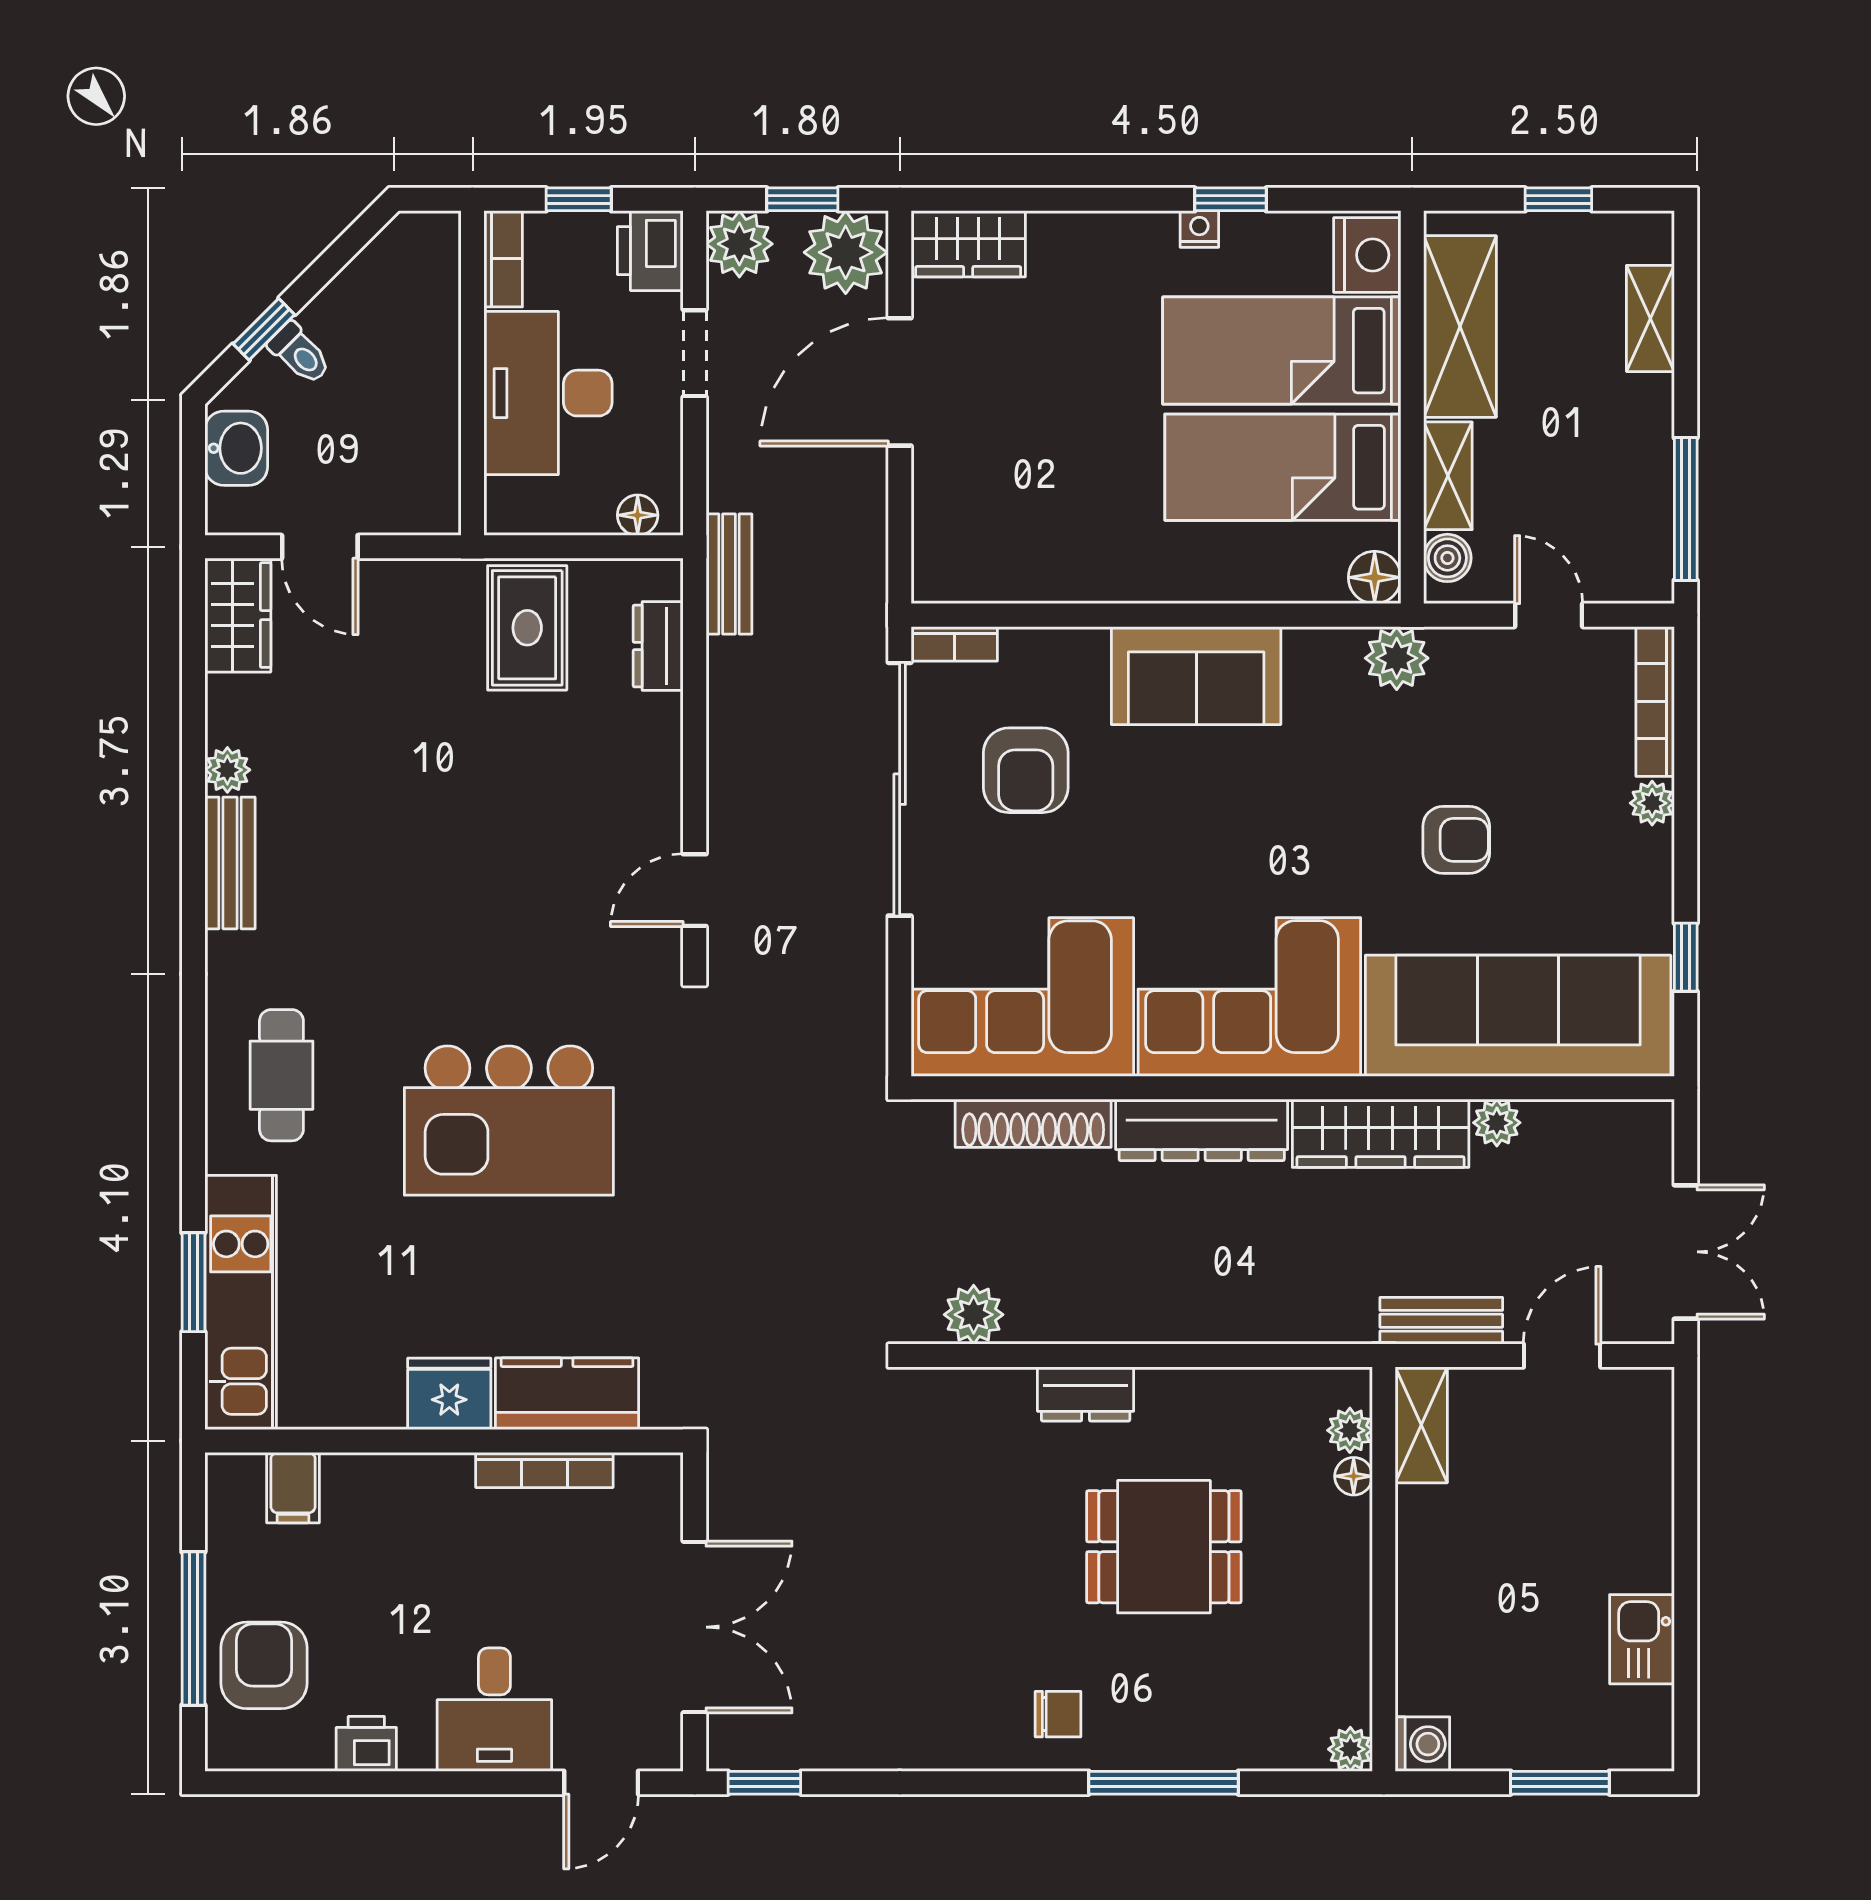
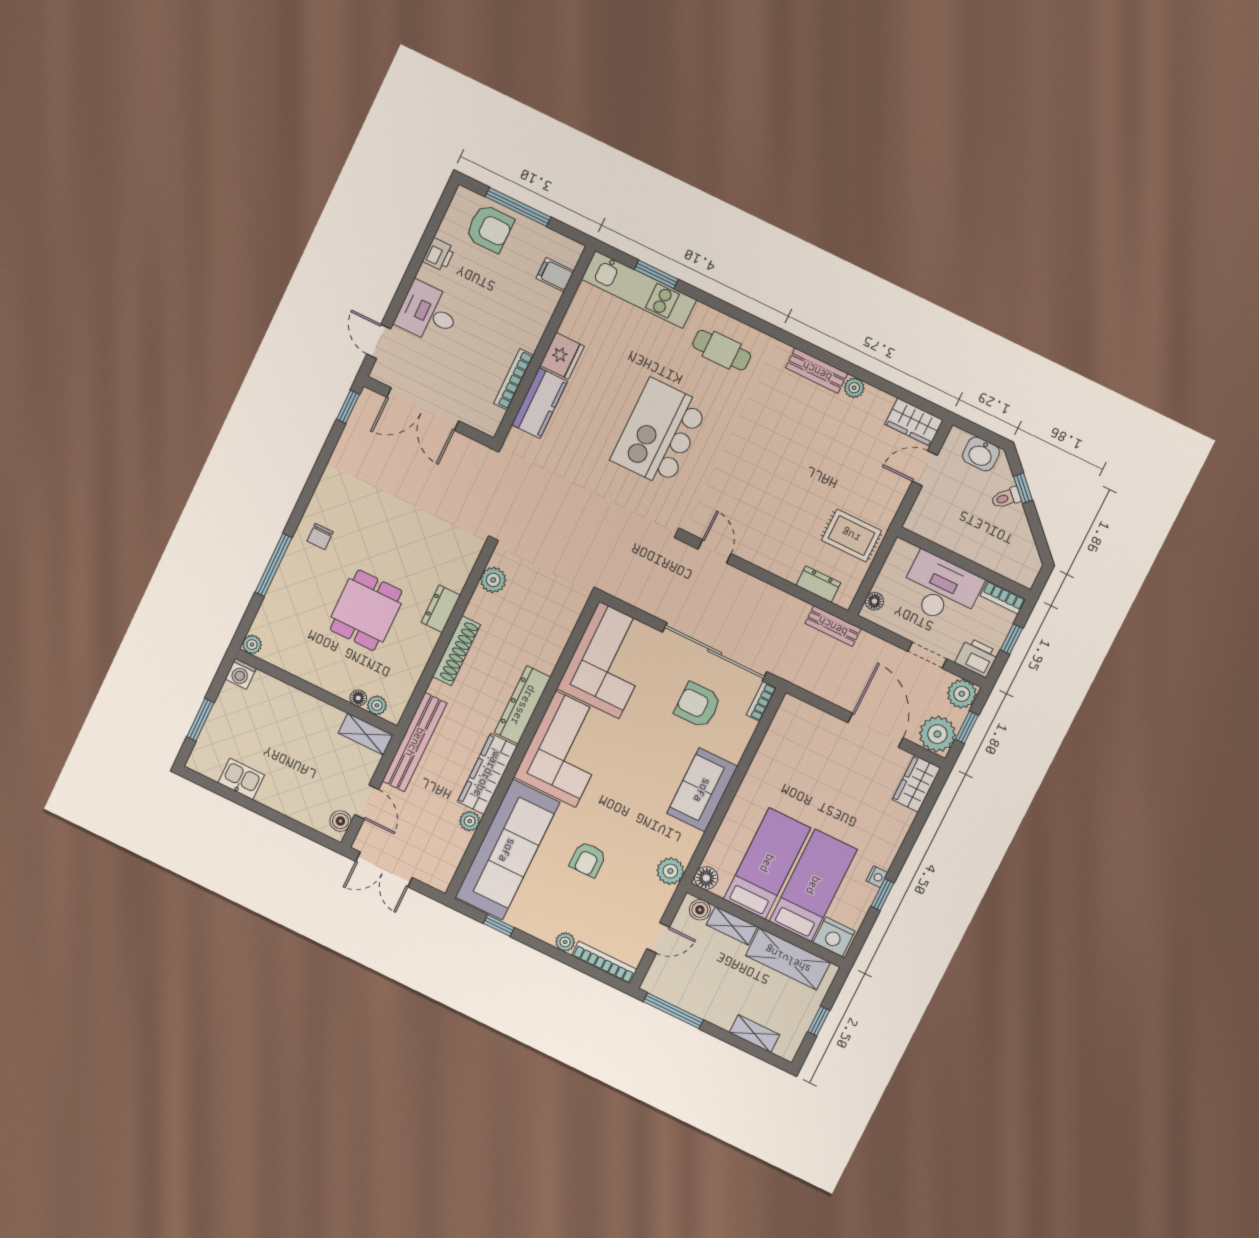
shoe rack: (1033, 1123) -> (457, 651), moved, turned 180
bench: (1441, 1321) -> (415, 742), width x1.86, depth x1.21
boiler: (1629, 1391) -> (340, 821), added

